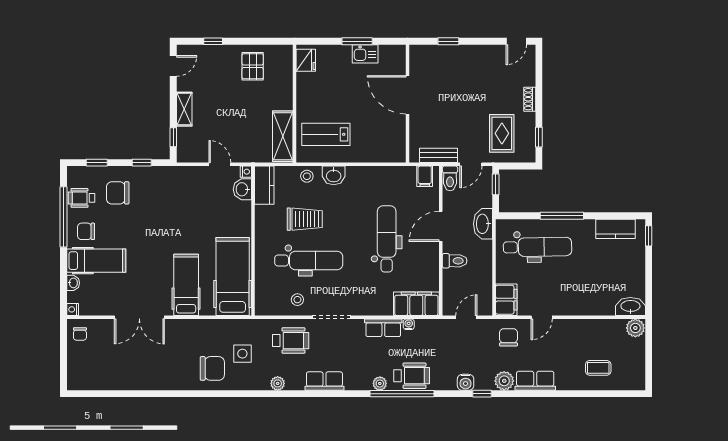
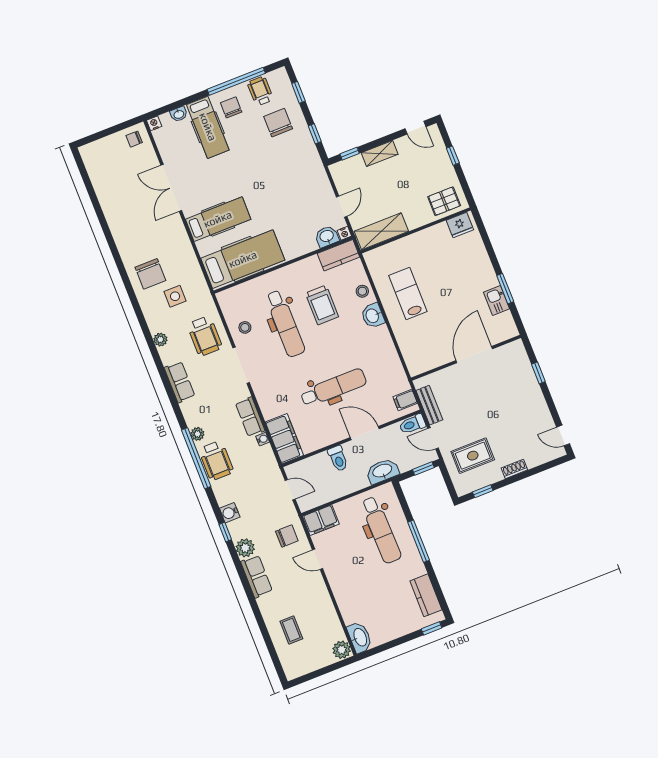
fridge: (306, 60) -> (460, 225), moved
wall: (295, 104) -> (416, 230), moved
shelving: (283, 136) -> (381, 231), moved

